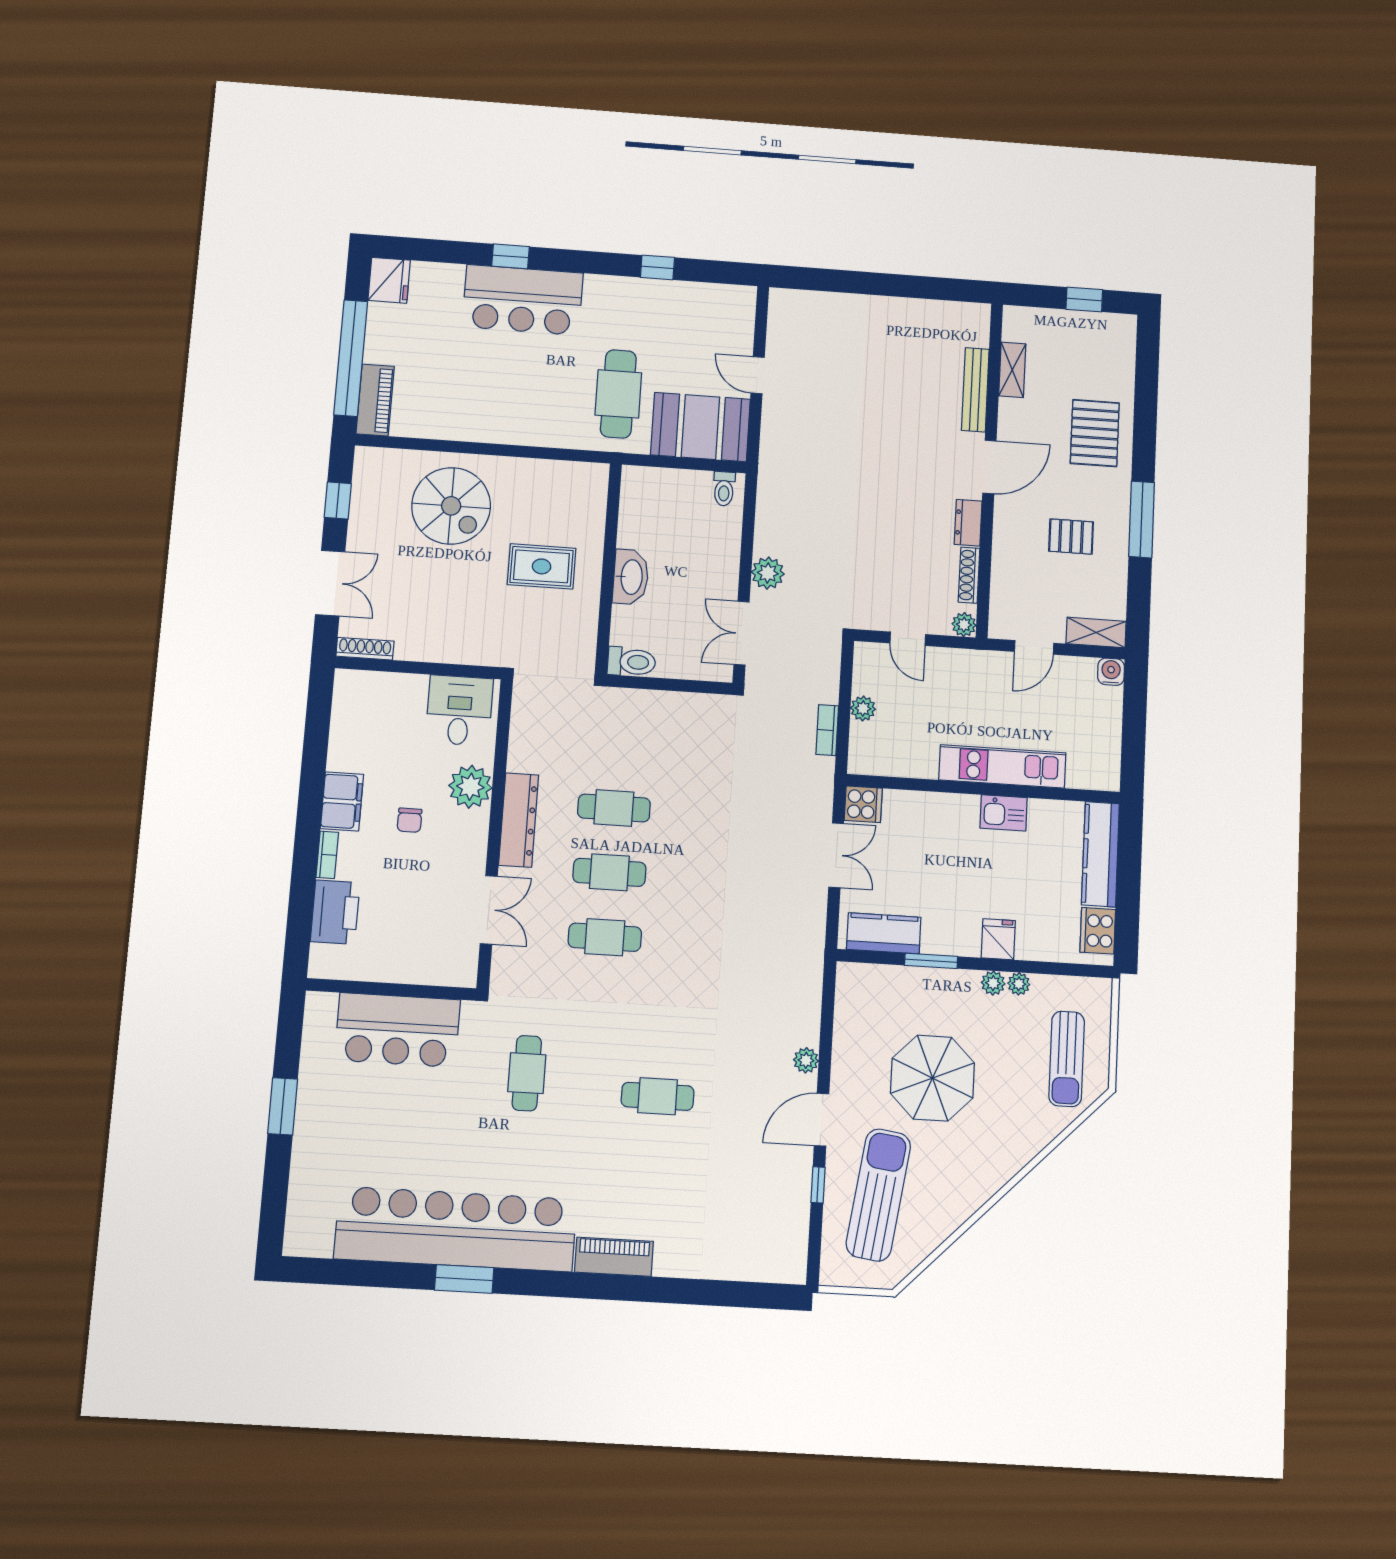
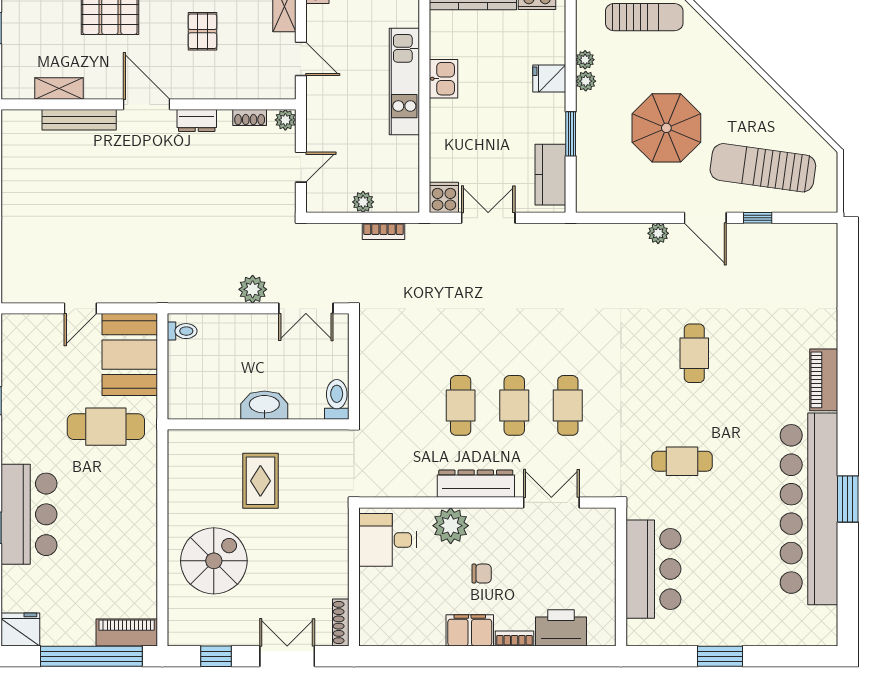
shoe rack: (969, 575) -> (250, 118), width x0.70

